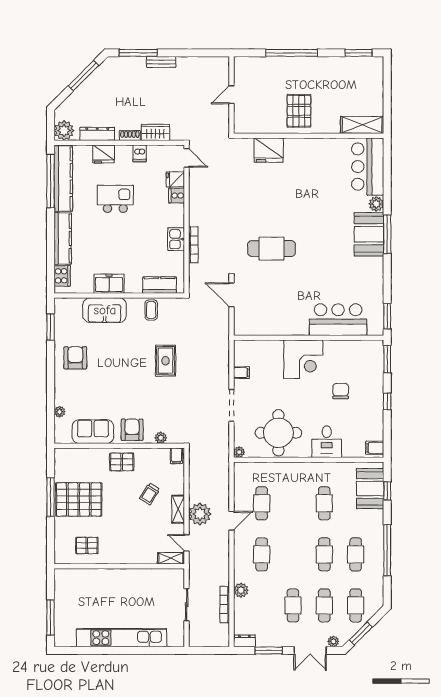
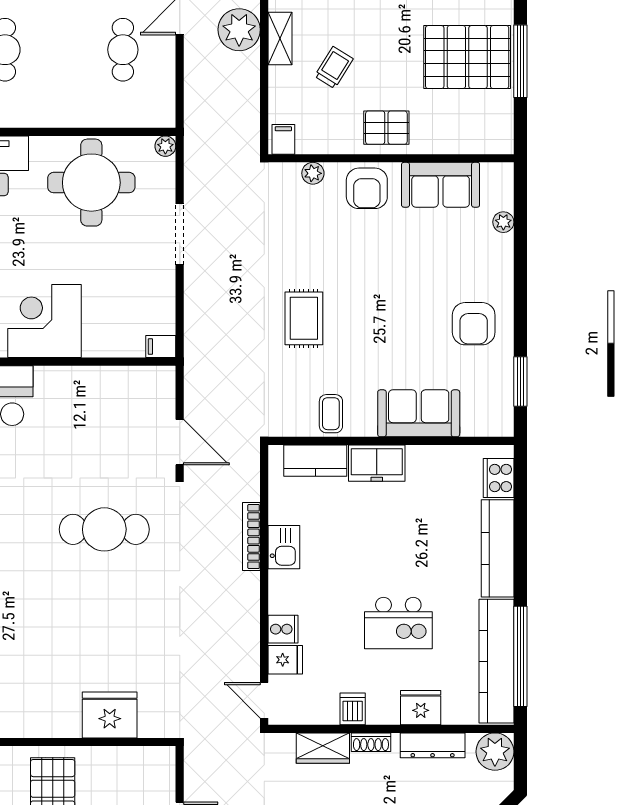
freezer: (109, 284) -> (377, 463), moved
filing cabinet: (241, 373) -> (161, 347), moved

